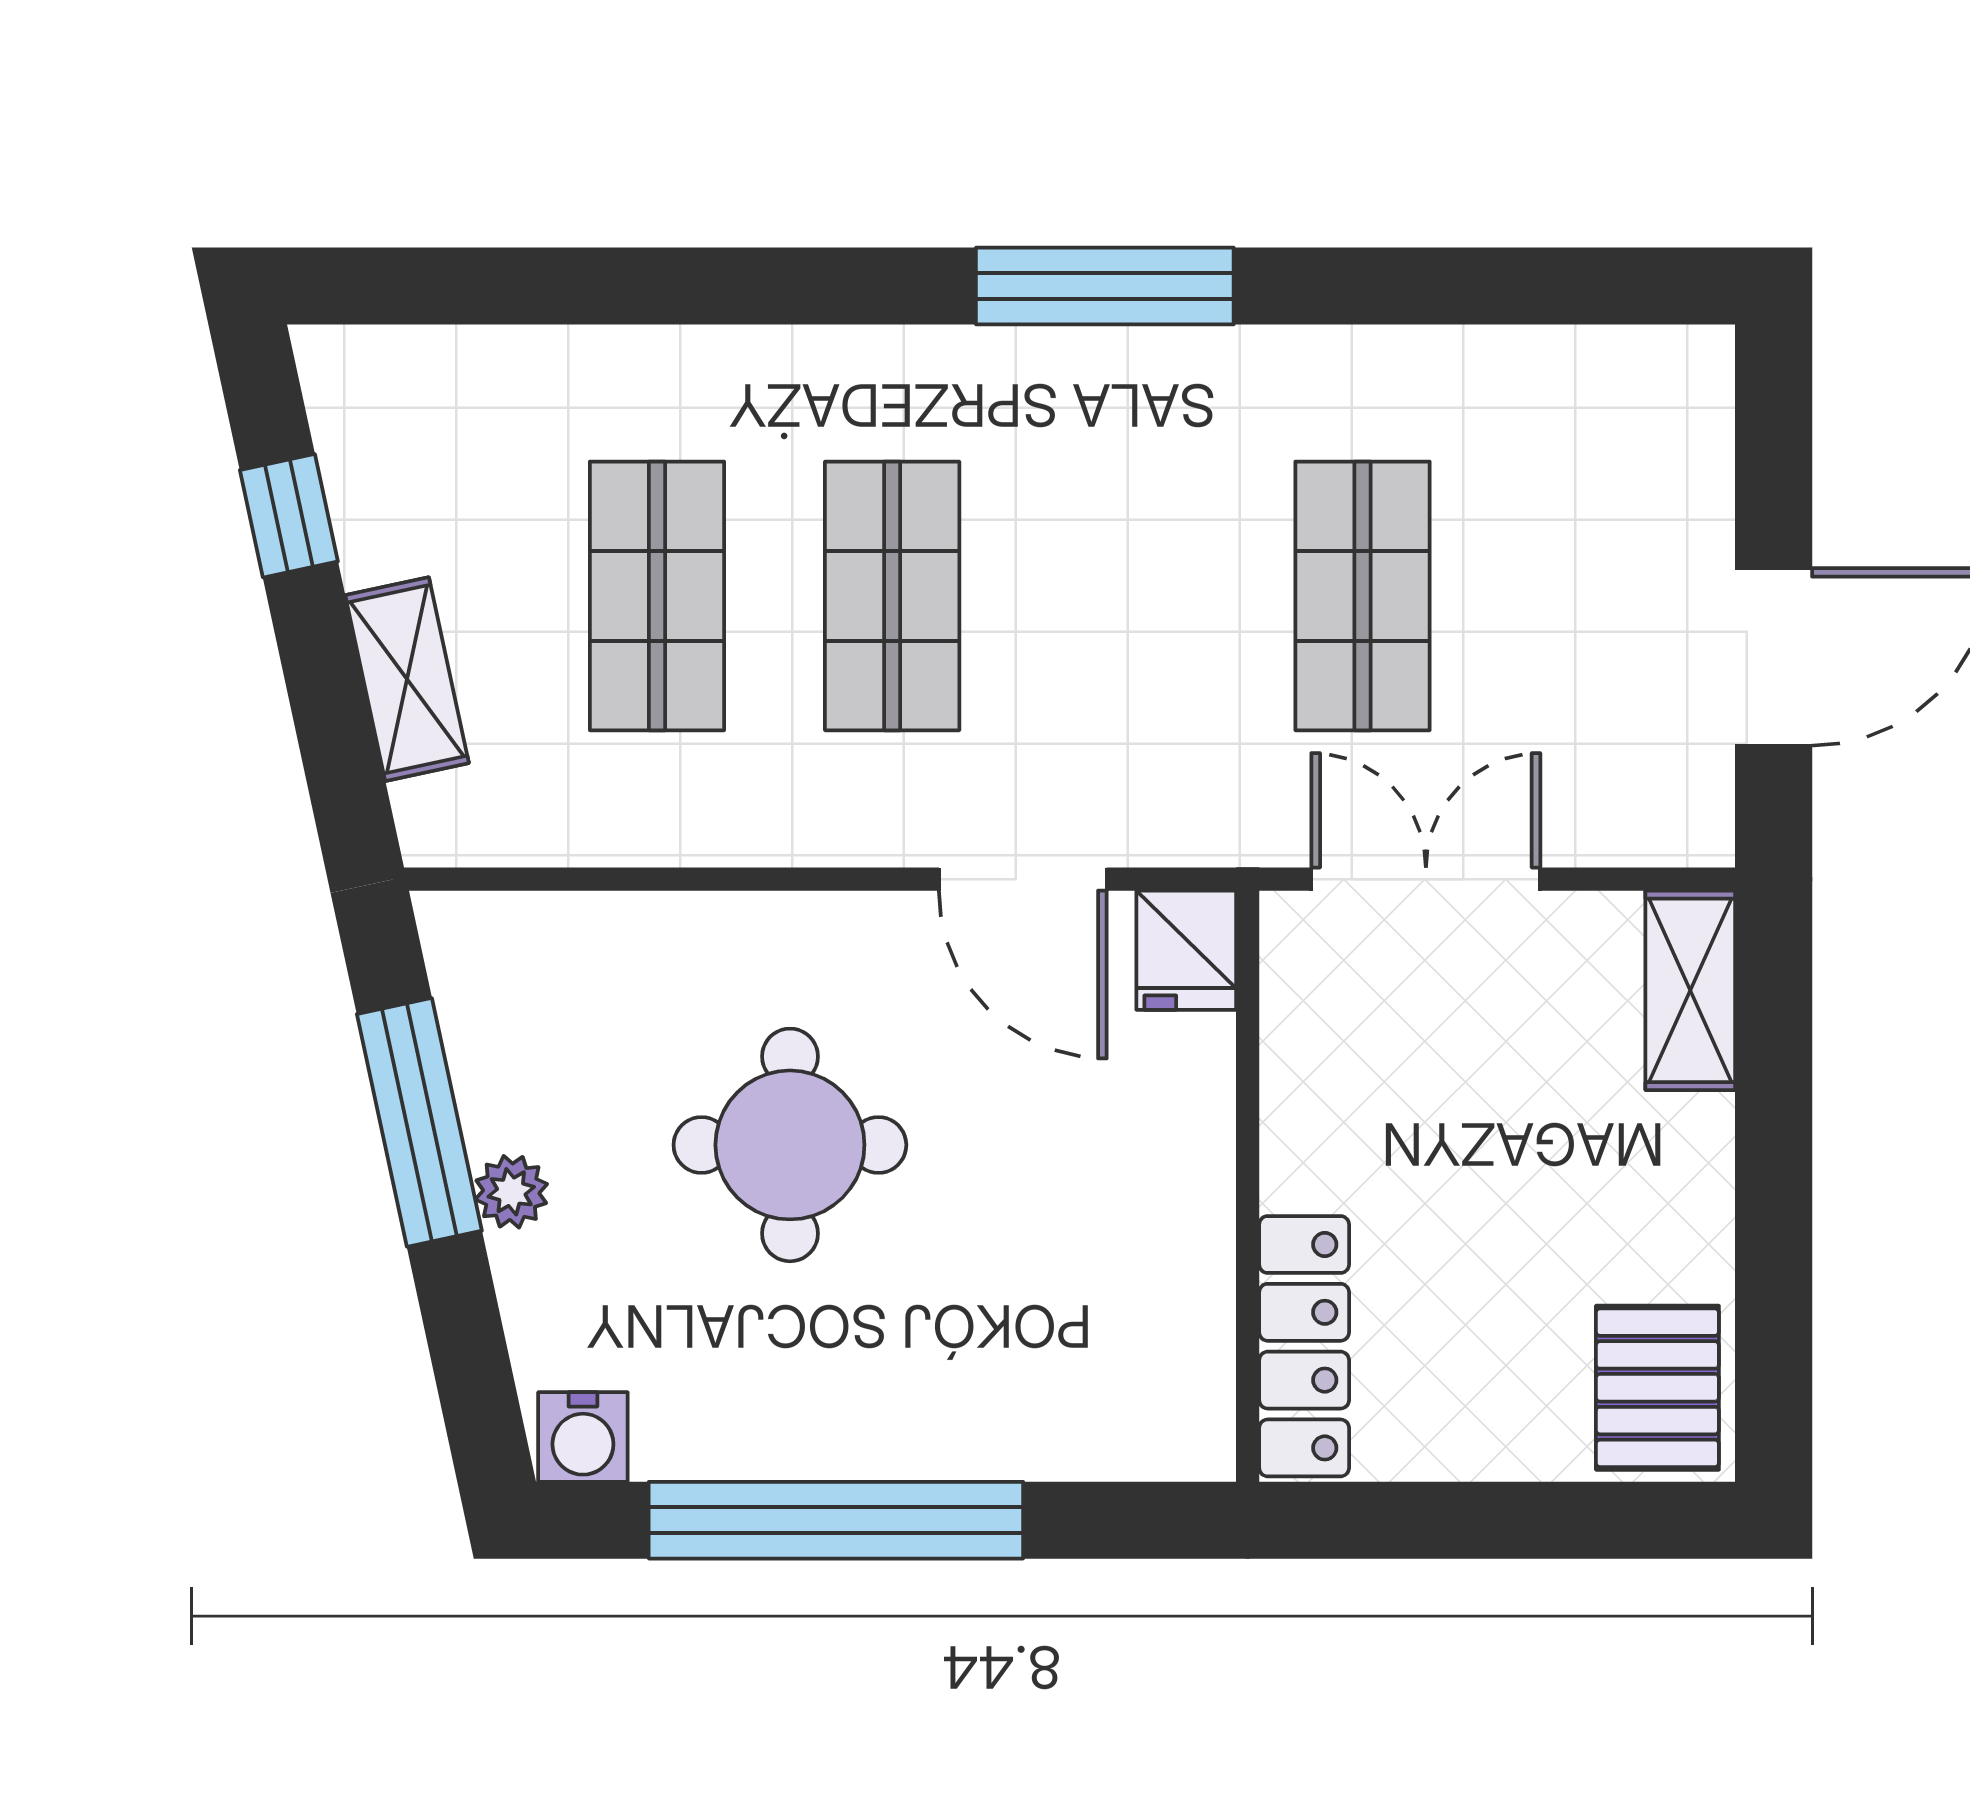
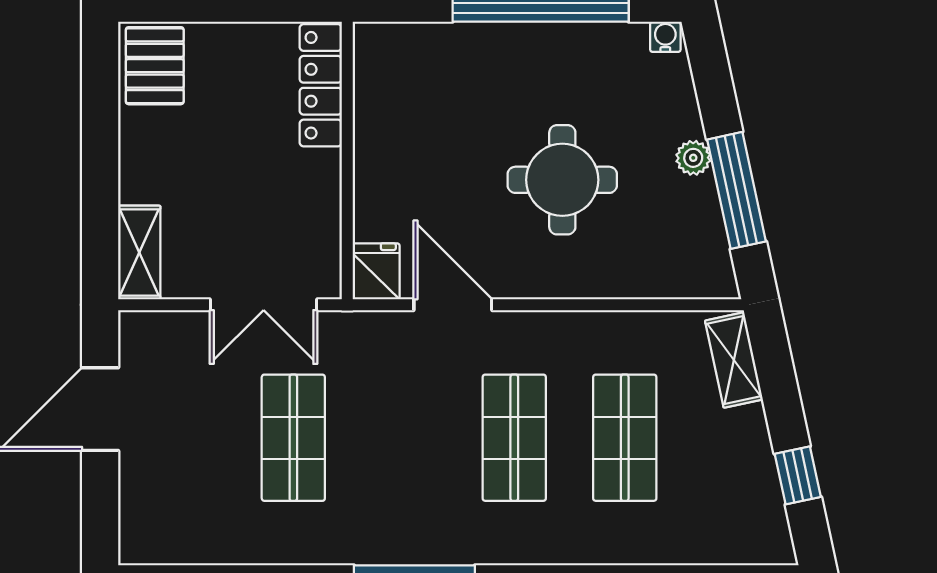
shelving: (407, 679) -> (734, 360), moved
water cooler: (583, 1437) -> (665, 37), width x0.72, depth x0.72

